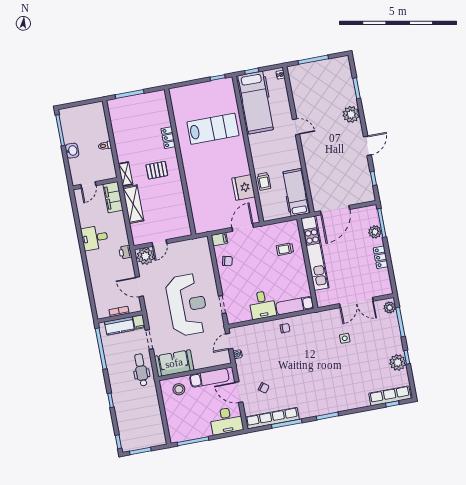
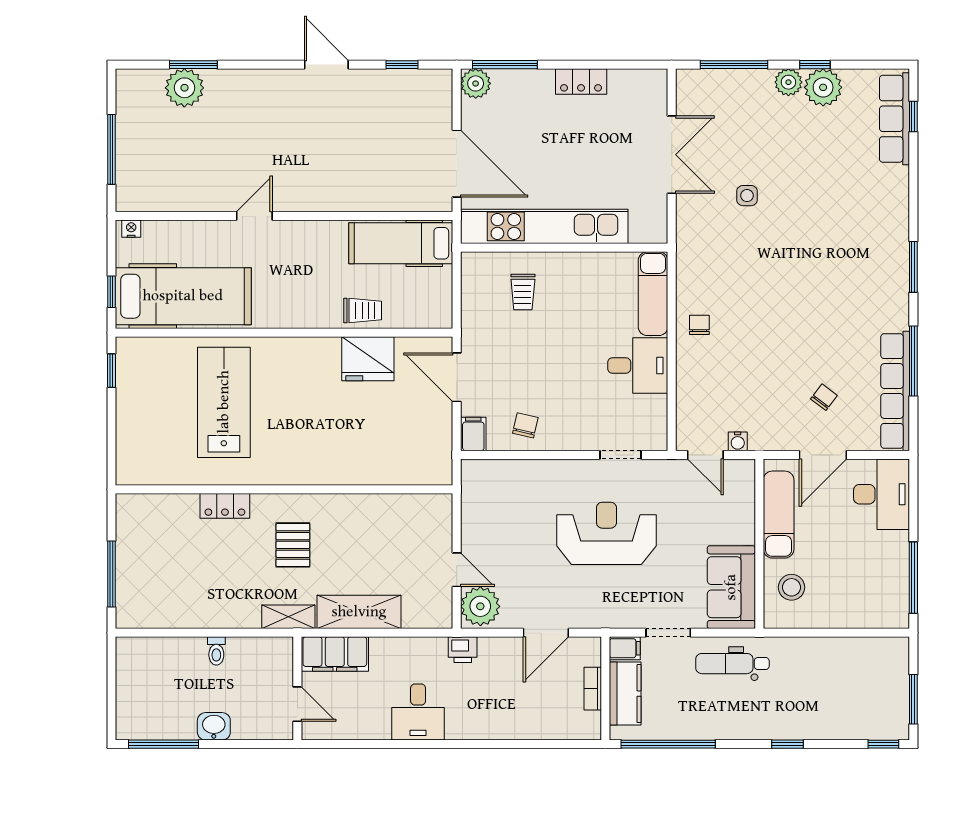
plant: (351, 114) -> (184, 88), moved
plant: (375, 232) -> (476, 83), moved
reception desk: (187, 305) -> (606, 533), width x0.74, depth x0.77
plant: (390, 308) -> (788, 82), moved

